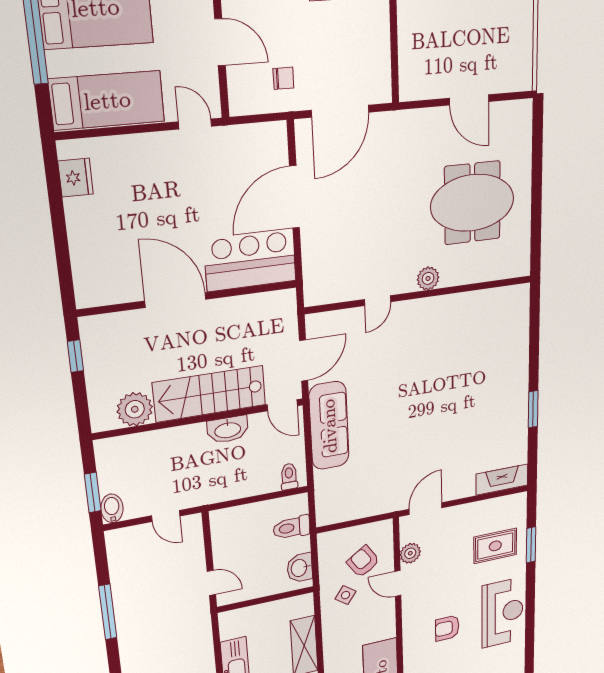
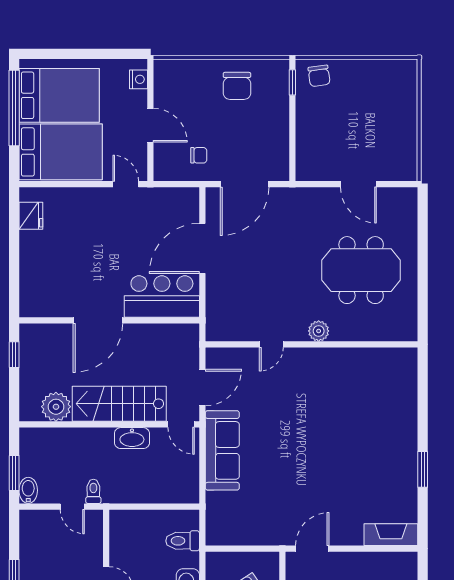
bed: (107, 100) -> (61, 152), width x1.50
door: (176, 300) -> (98, 320), swing flipped
toilet: (289, 477) -> (93, 491), moved

